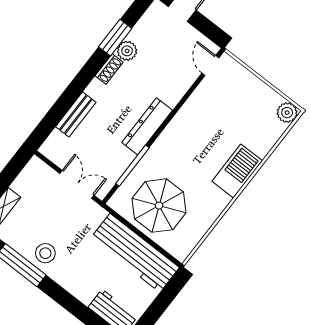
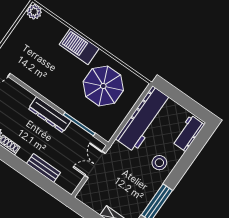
parasol: (159, 206) -> (103, 86), moved
stool: (45, 253) -> (159, 163), moved

